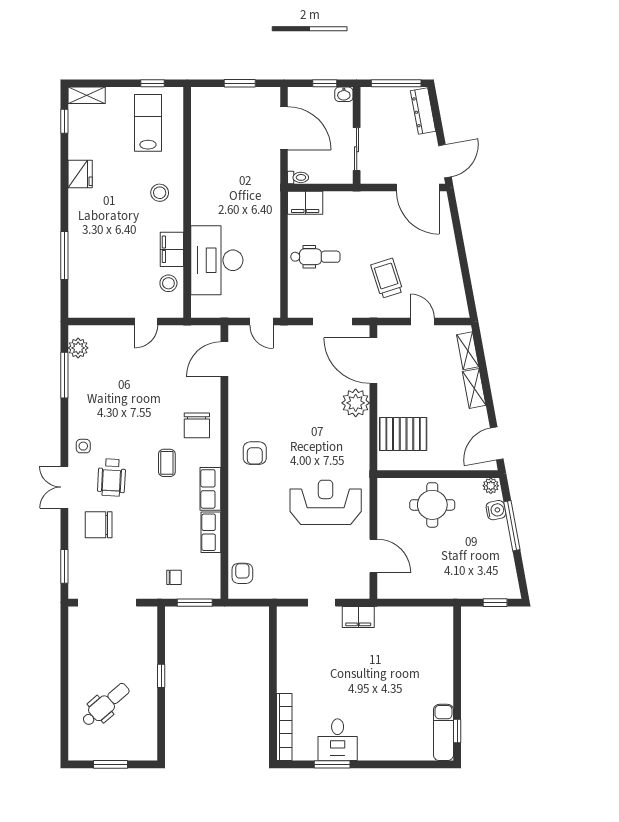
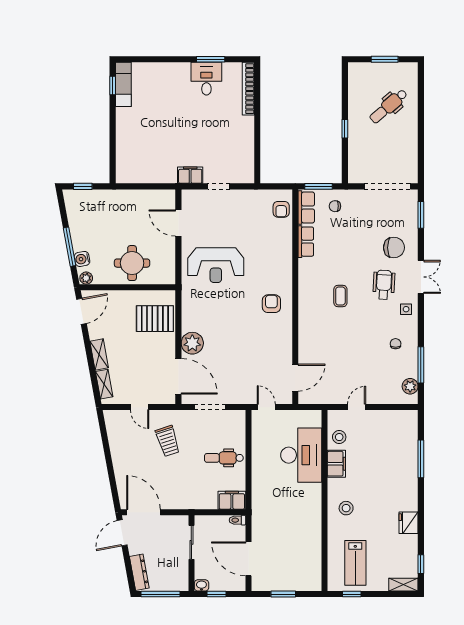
chair: (197, 425) -> (396, 344), moved, width x0.54, depth x0.54
row of seats: (210, 489) -> (306, 207), moved

